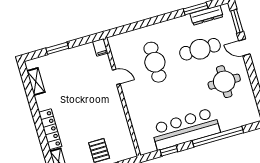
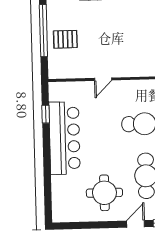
door: (116, 77) -> (103, 79), moved
window: (218, 137) -> (47, 171), removed

